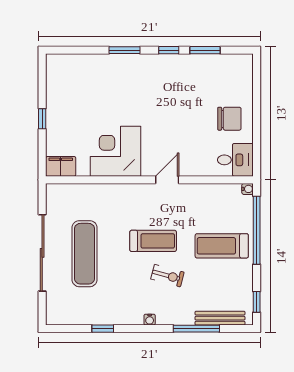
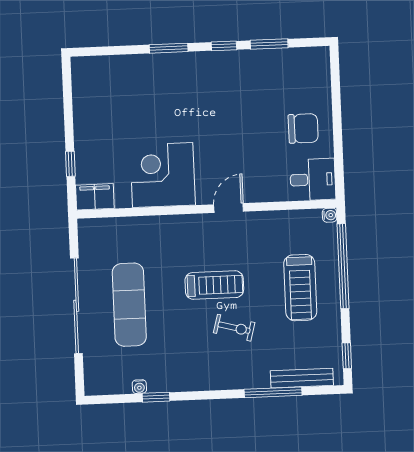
window: (42, 119) -> (70, 164), moved
treadmill: (222, 246) -> (300, 288), turned -90
water cooler: (150, 320) -> (139, 387), moved

